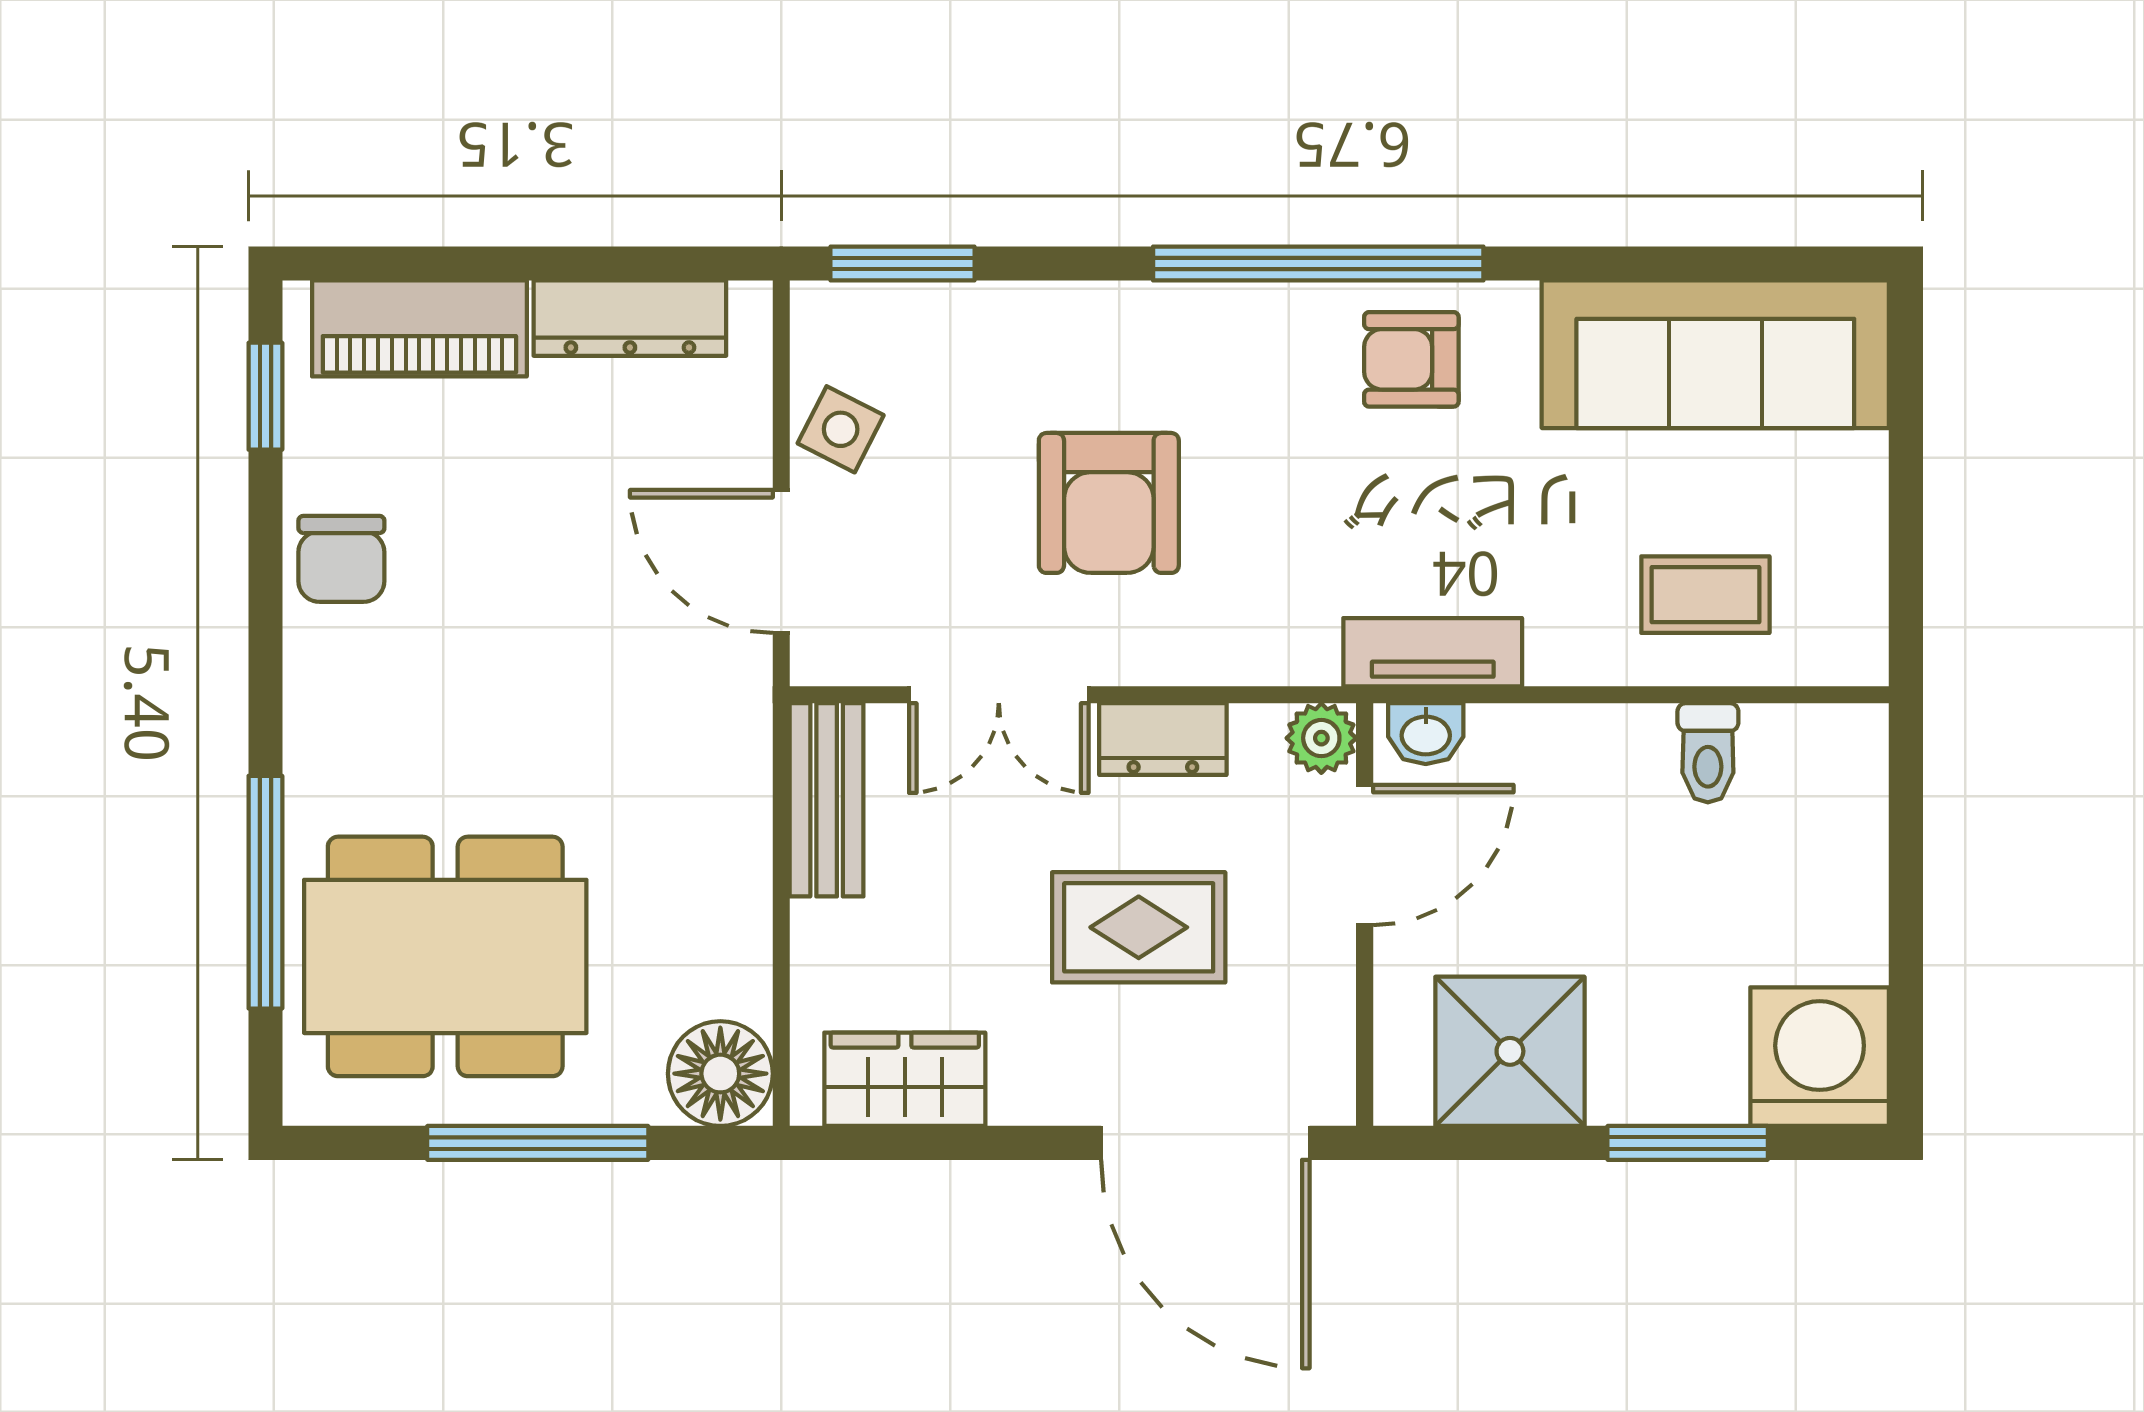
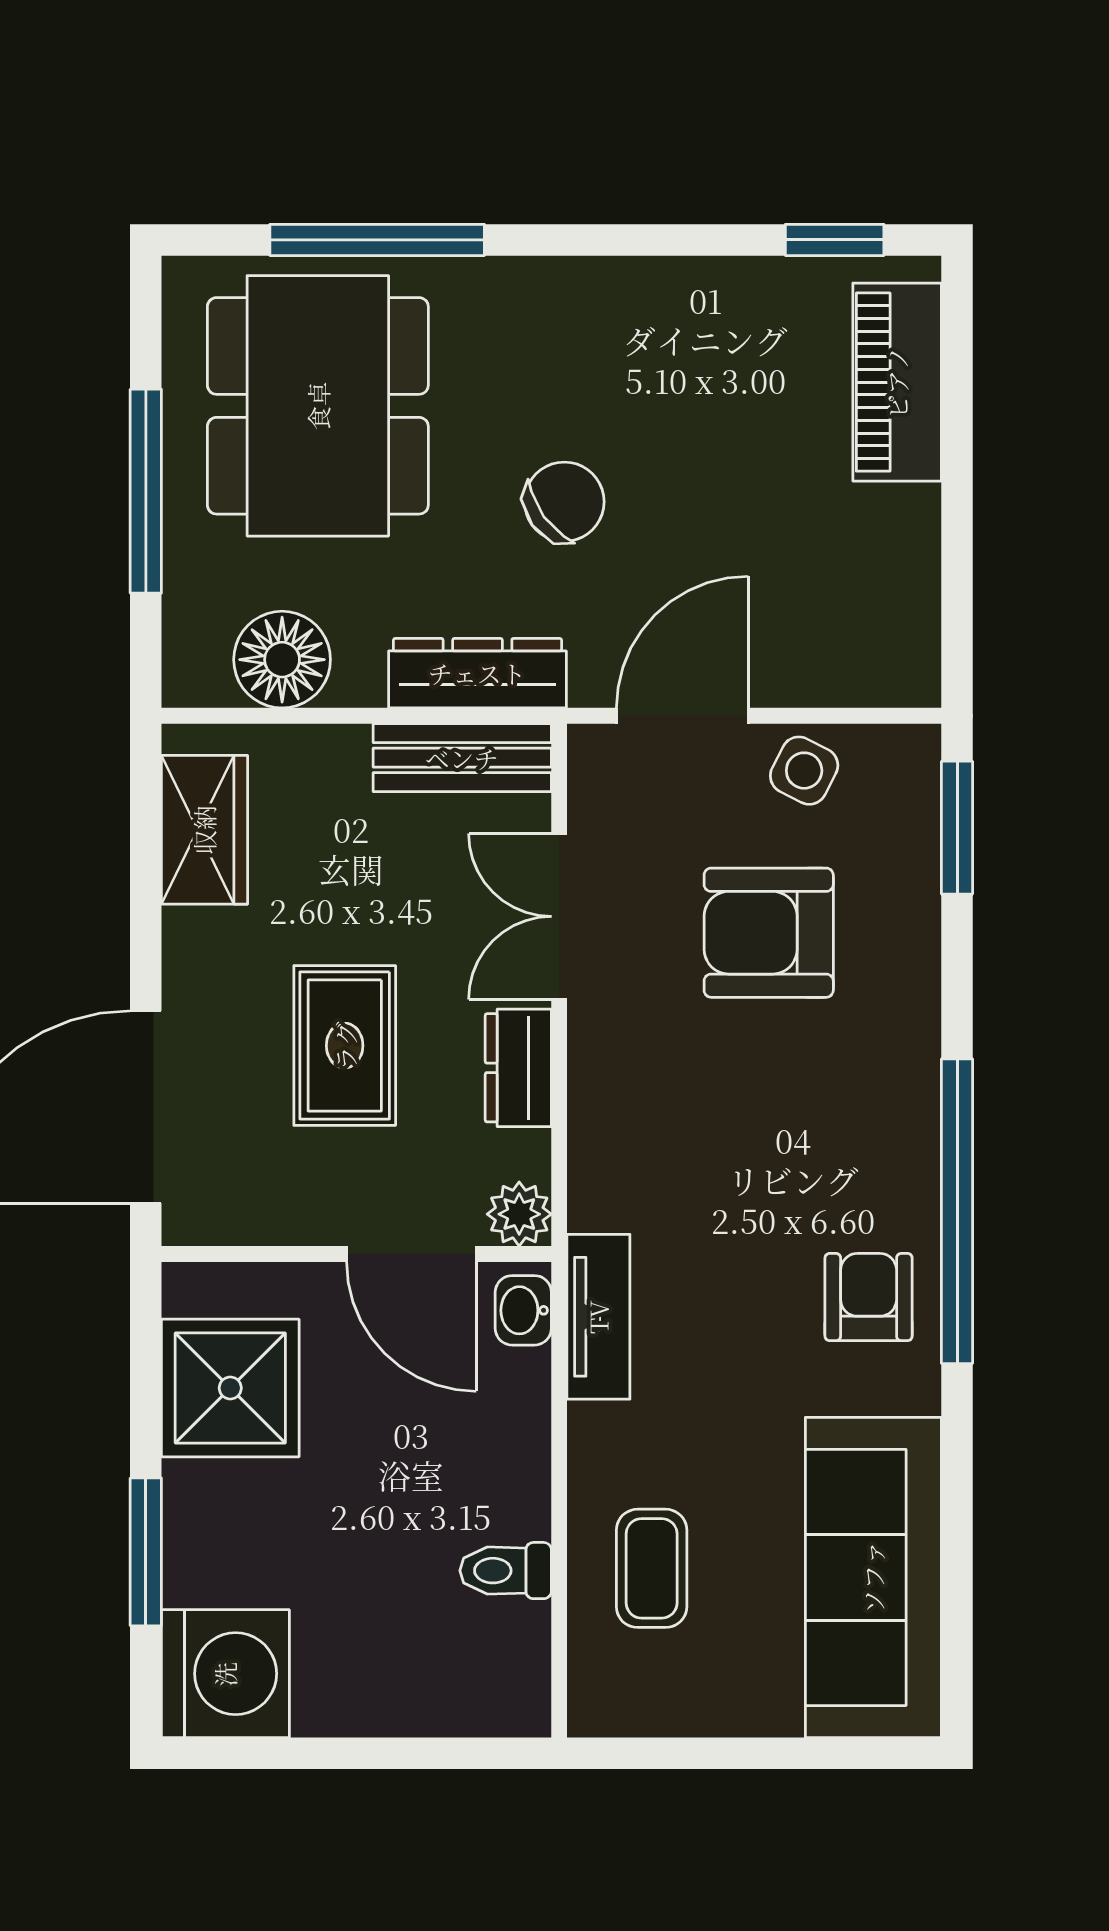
dresser: (630, 318) -> (477, 673), moved, turned 90
armchair: (1109, 503) -> (769, 933), moved
chair: (341, 559) -> (564, 502), moved, turned 144
floor lamp: (720, 1074) -> (282, 660), moved

